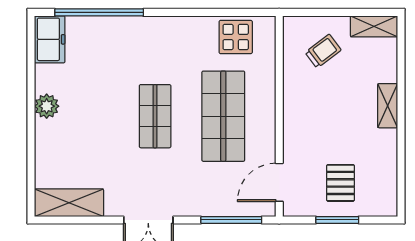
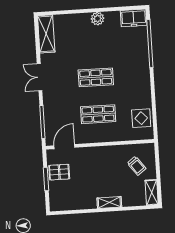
shop shelf: (223, 116) -> (98, 114), width x0.70, depth x0.74
door: (279, 182) -> (64, 147), hinge flipped
pallet: (341, 183) -> (59, 172), moved

